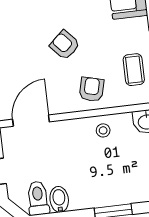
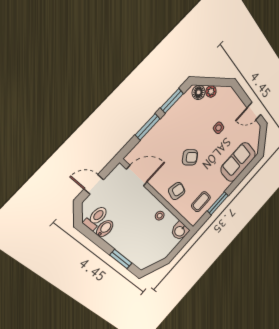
armchair: (65, 45) -> (190, 157), turned 91

